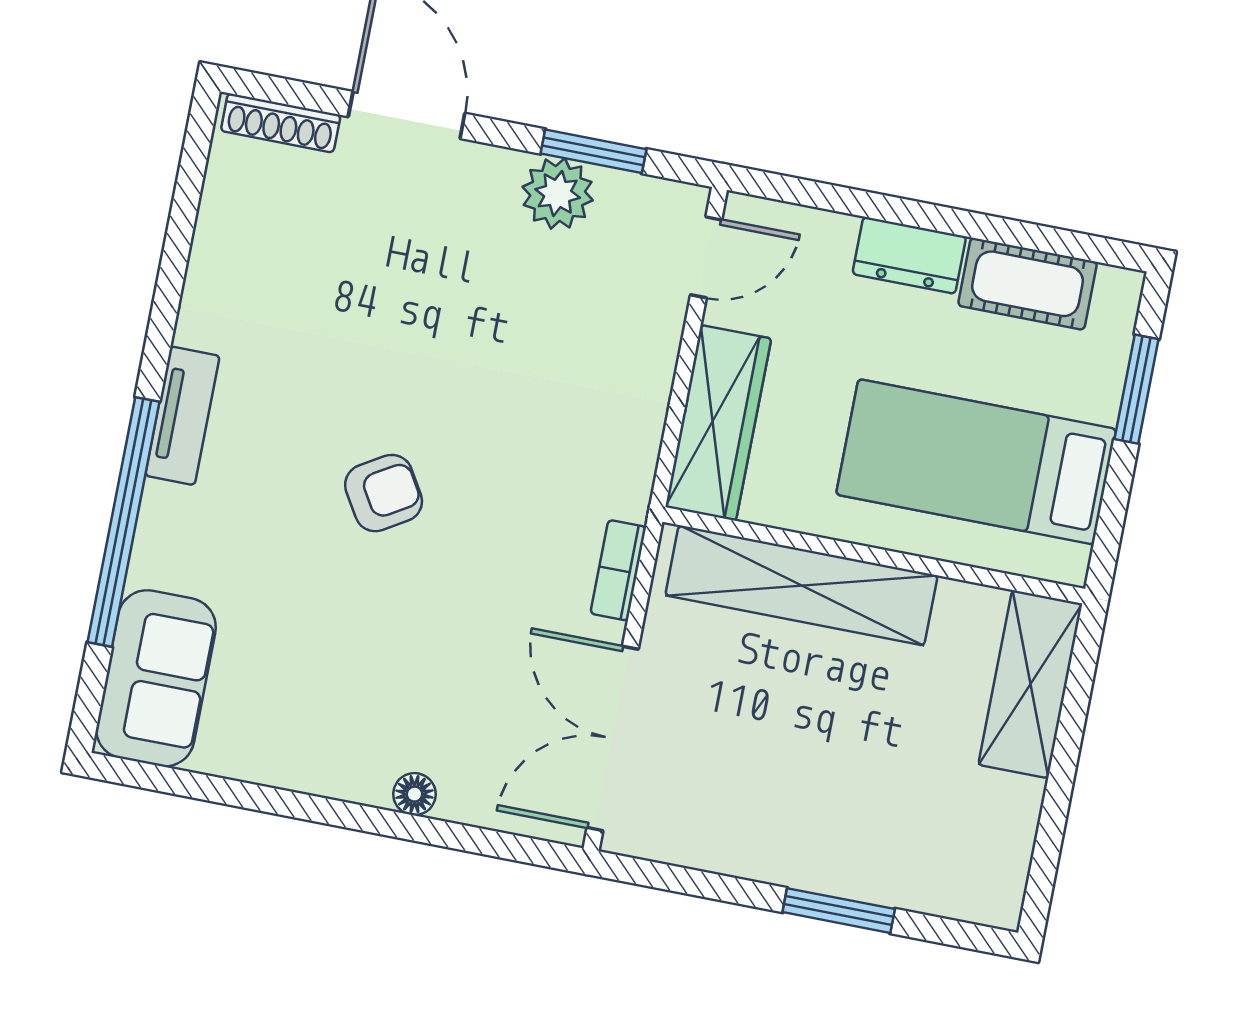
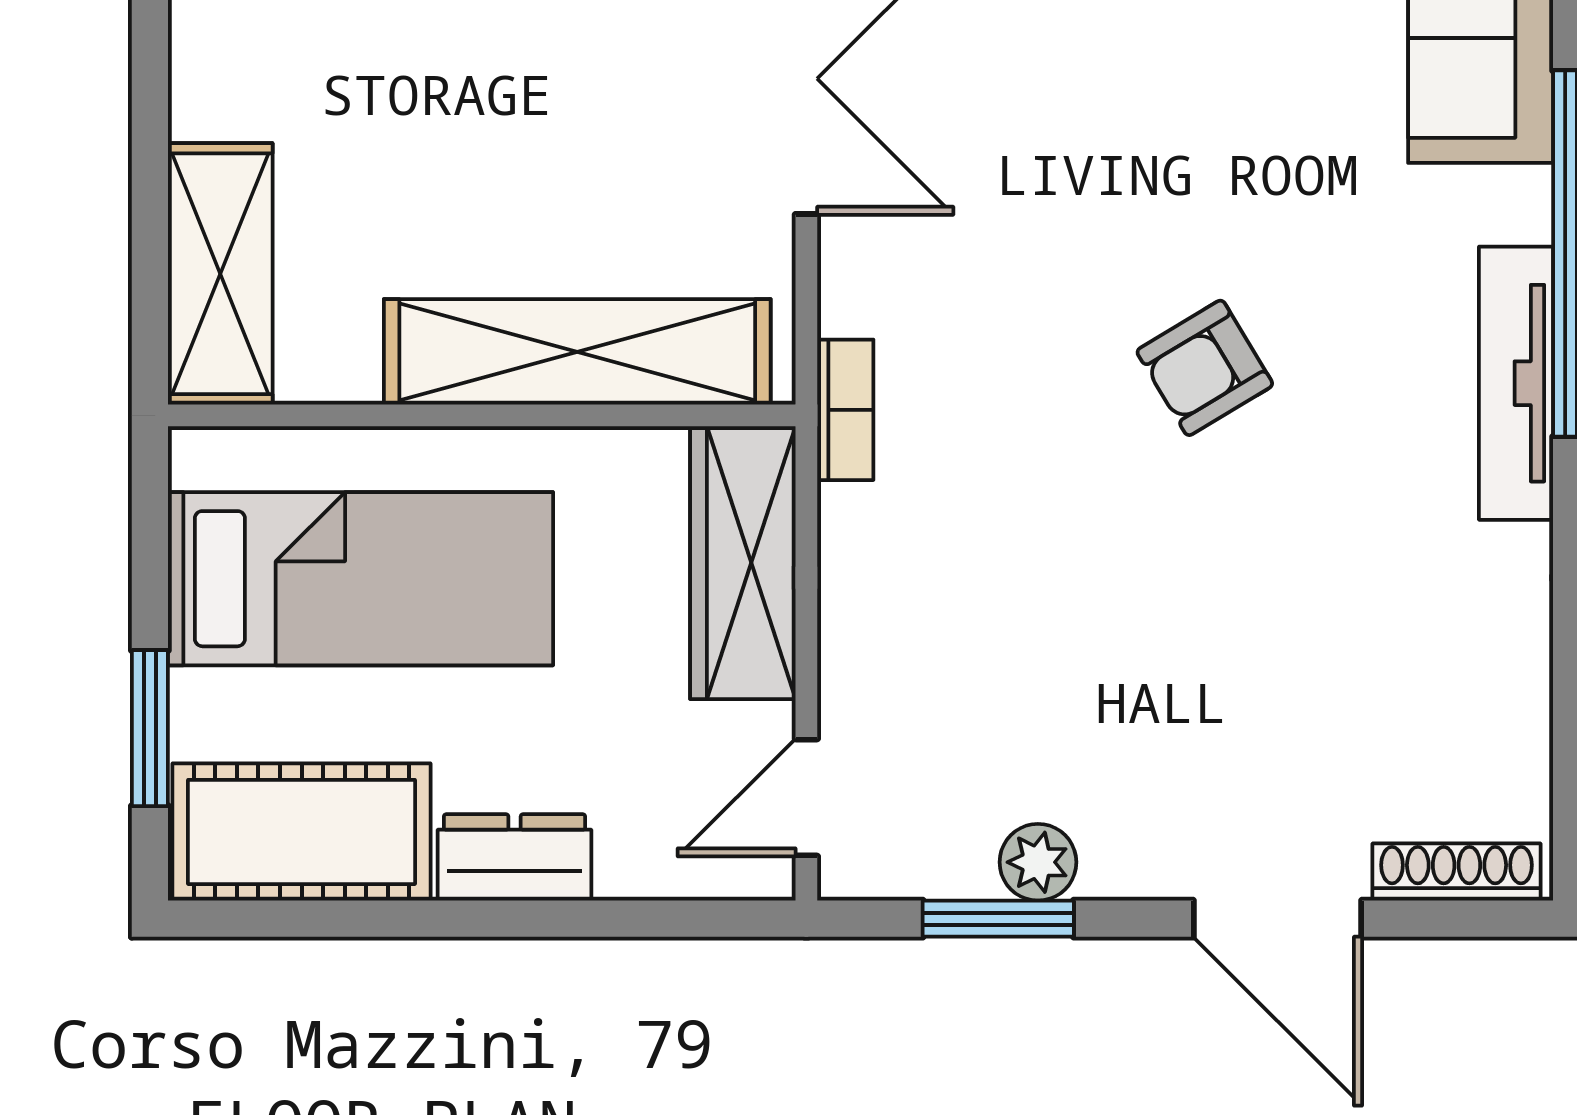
plant: (558, 194) -> (1038, 862), width x0.73, depth x0.73
cot: (1028, 284) -> (302, 832), width x1.37, depth x1.34
tv unit: (182, 416) -> (1516, 383), width x1.41
bookcase: (618, 570) -> (845, 410), moved

